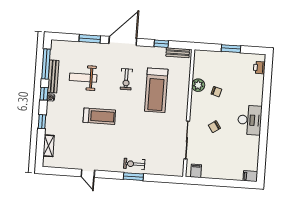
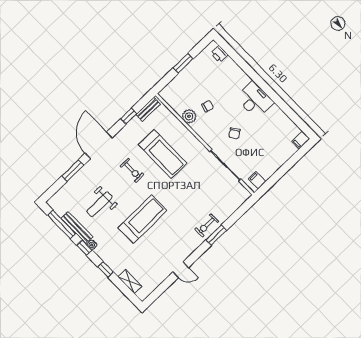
treadmill: (99, 116) -> (143, 219), width x1.37, depth x1.38

